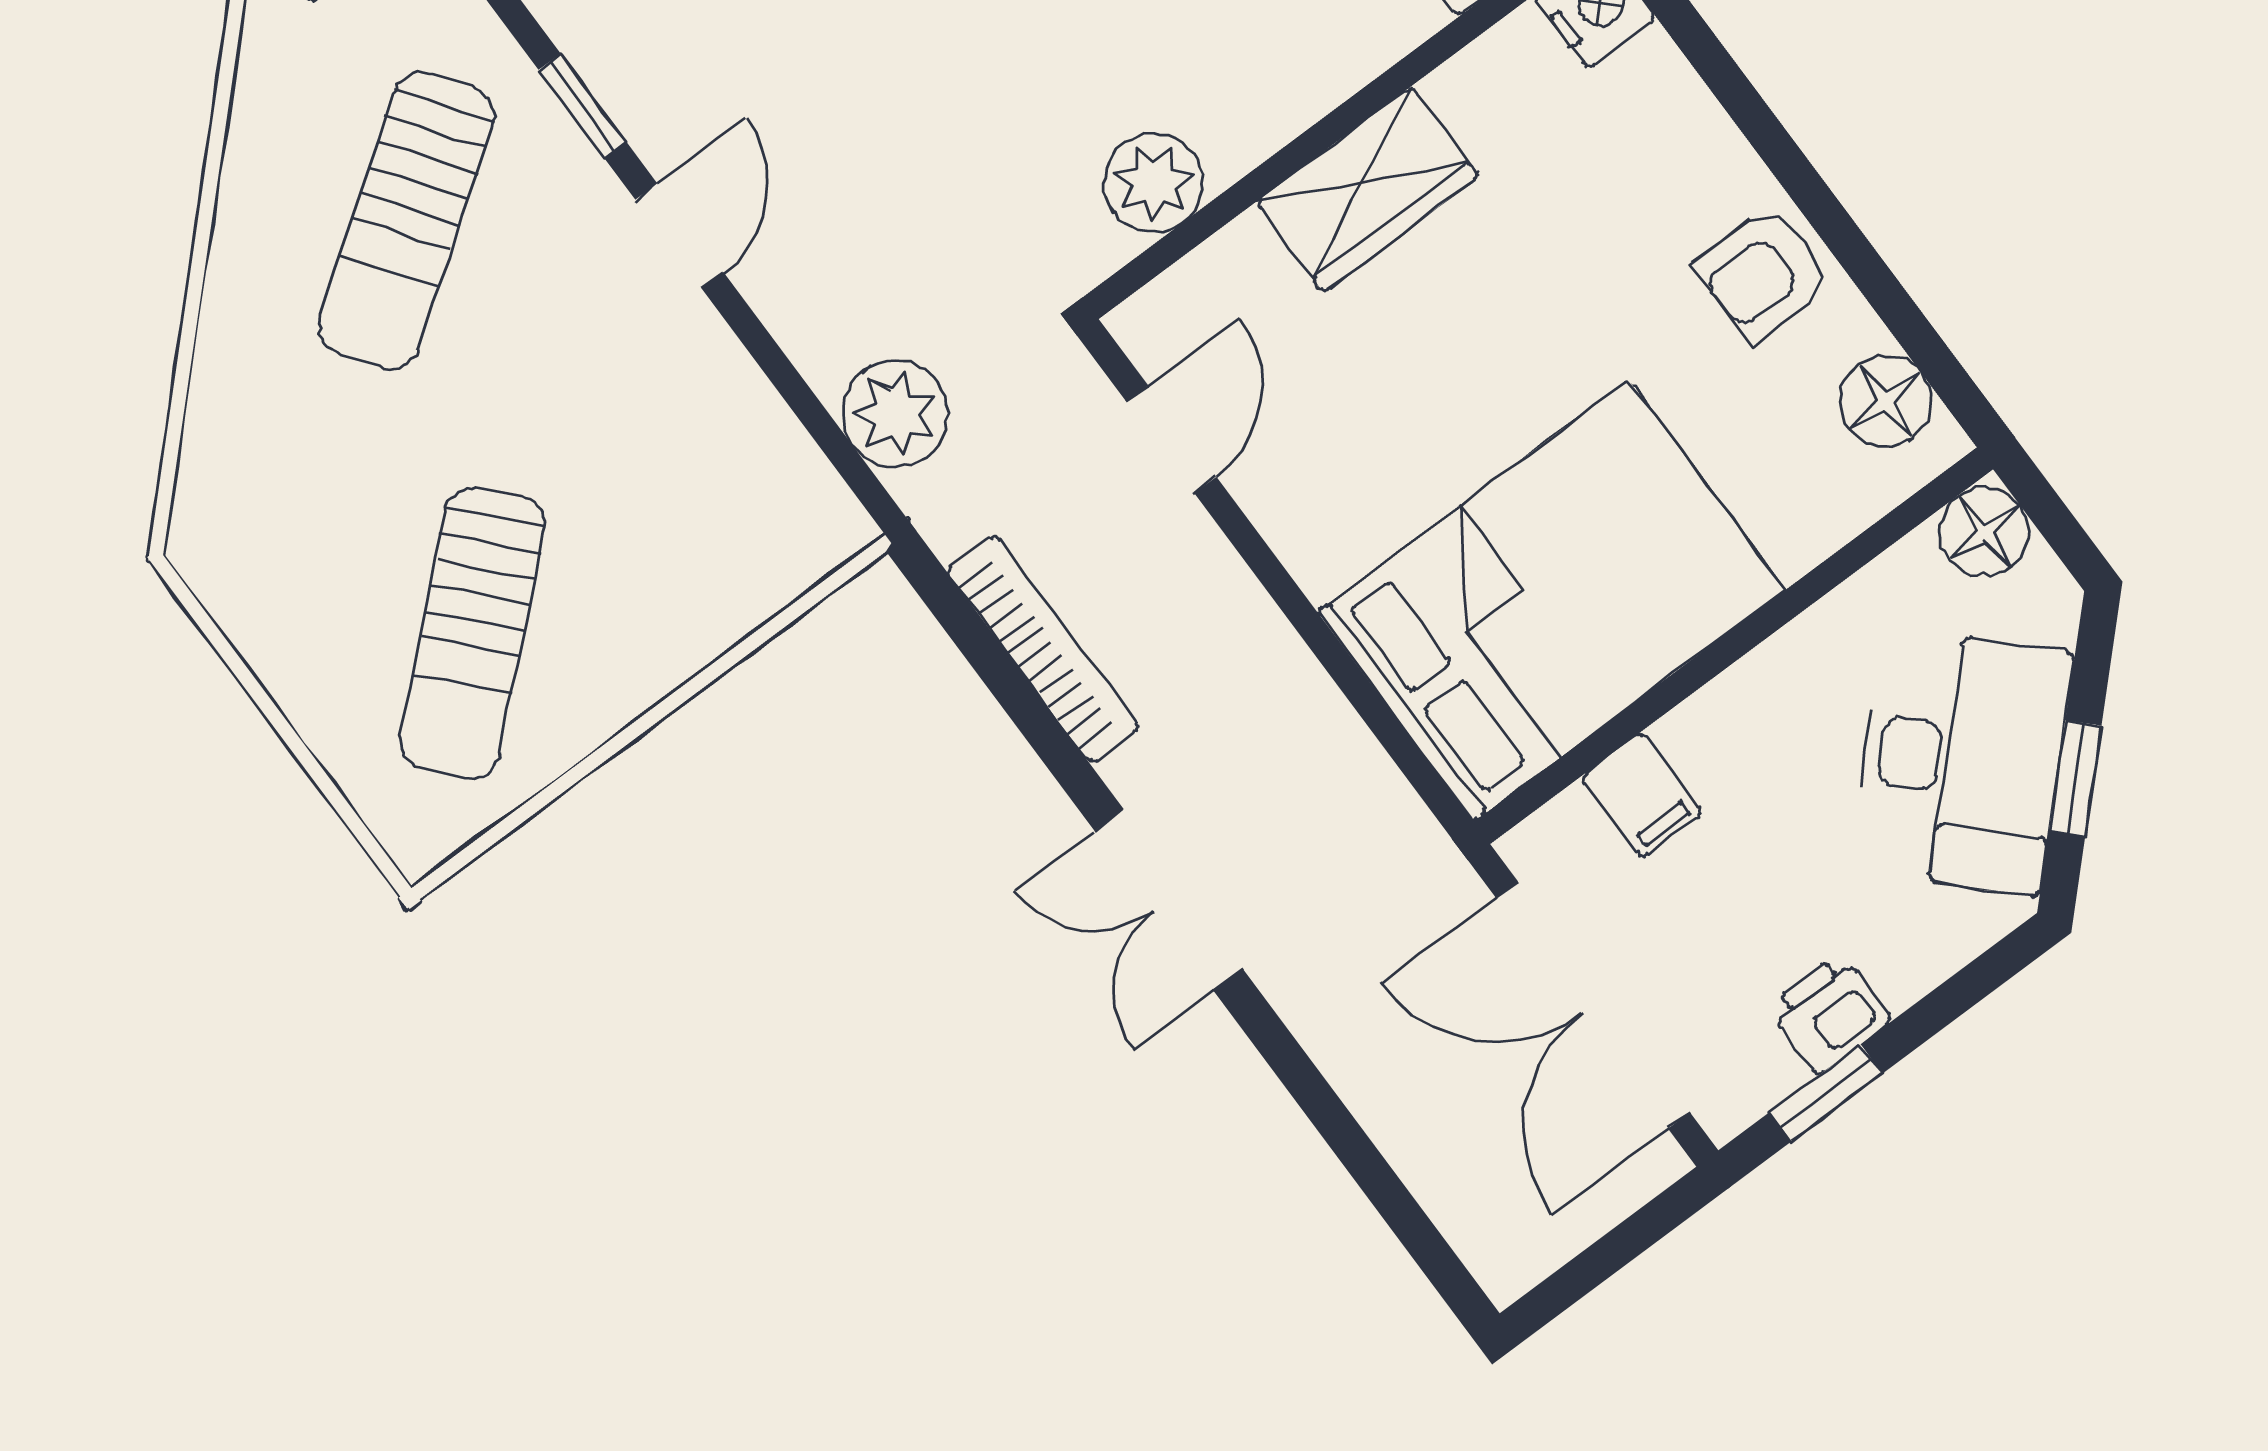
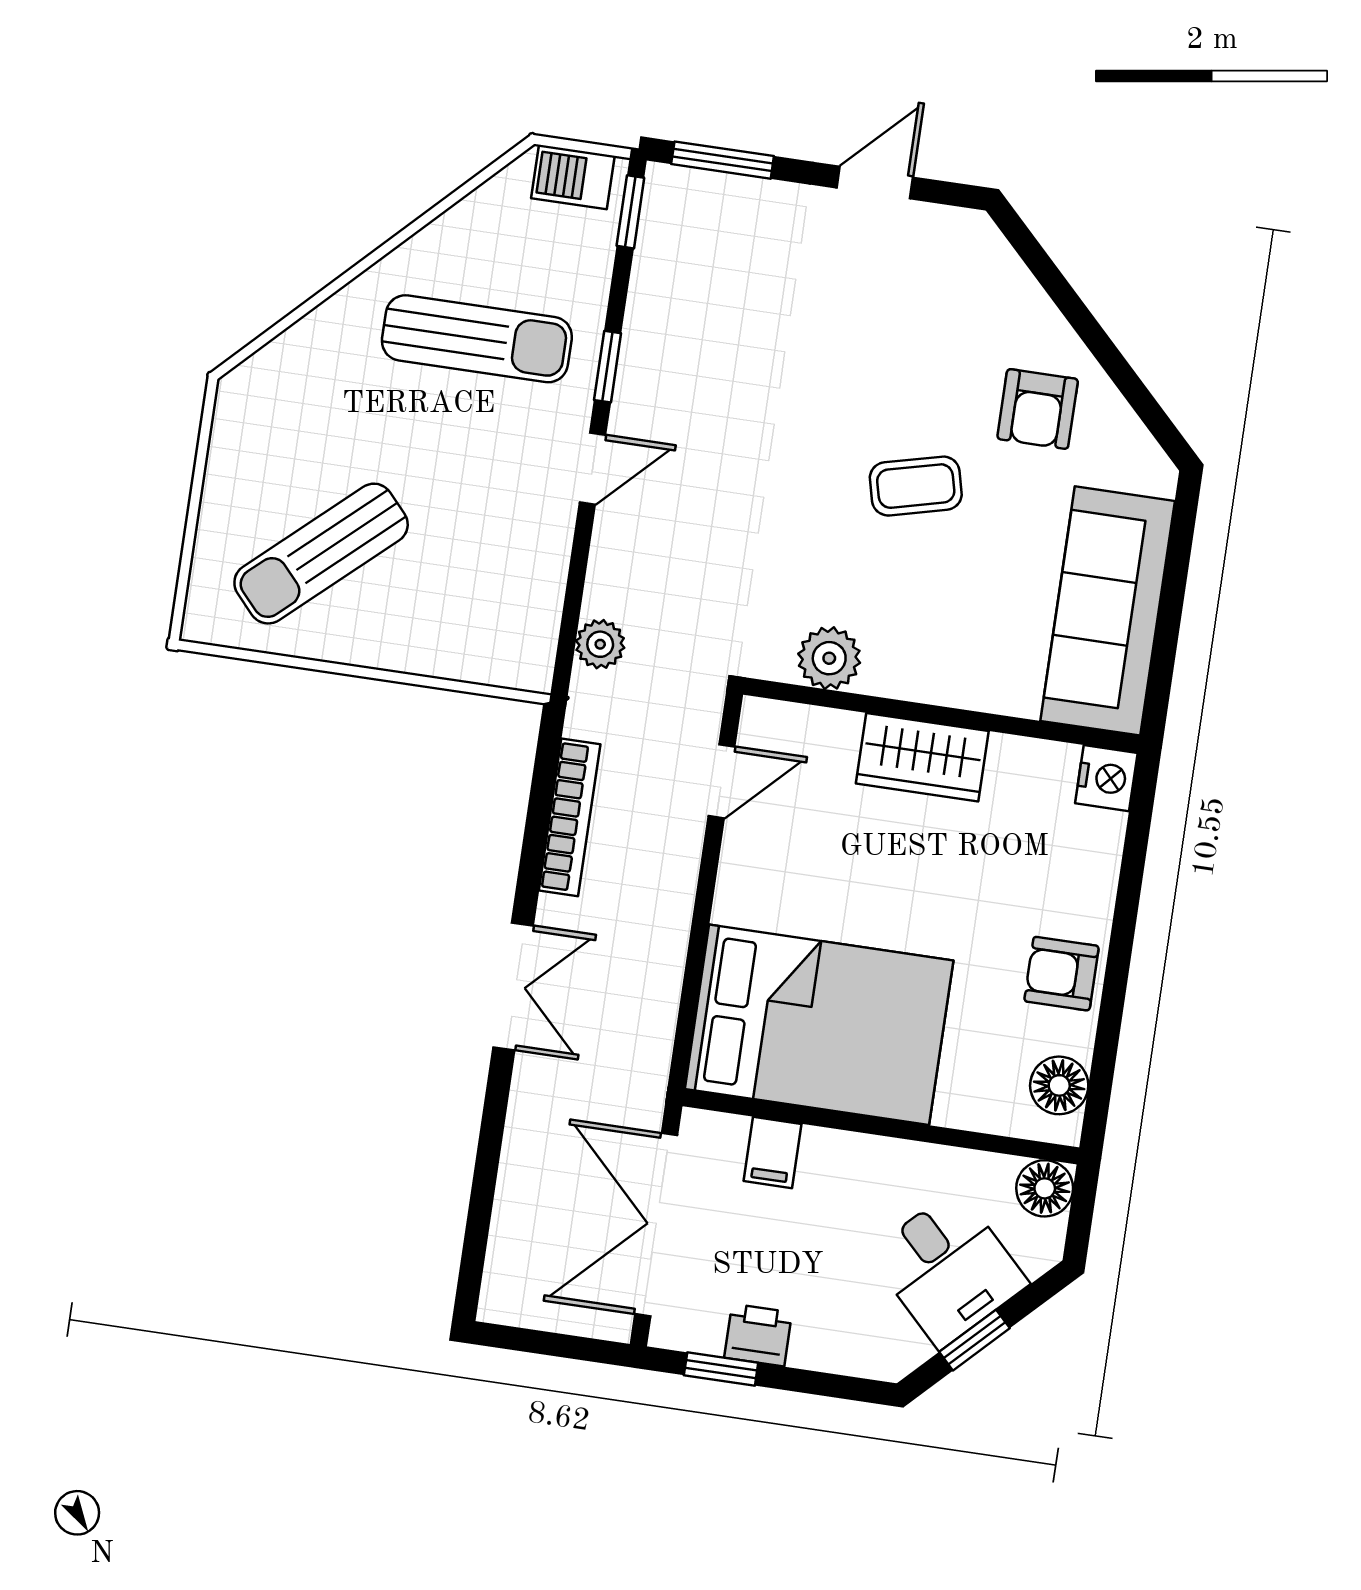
sun lounger: (406, 221) -> (477, 339), turned -145
plant: (895, 414) -> (600, 644), width x0.73, depth x0.73
desk: (1962, 761) -> (948, 1268), width x0.73
double door: (1168, 900) -> (513, 986), swing flipped

